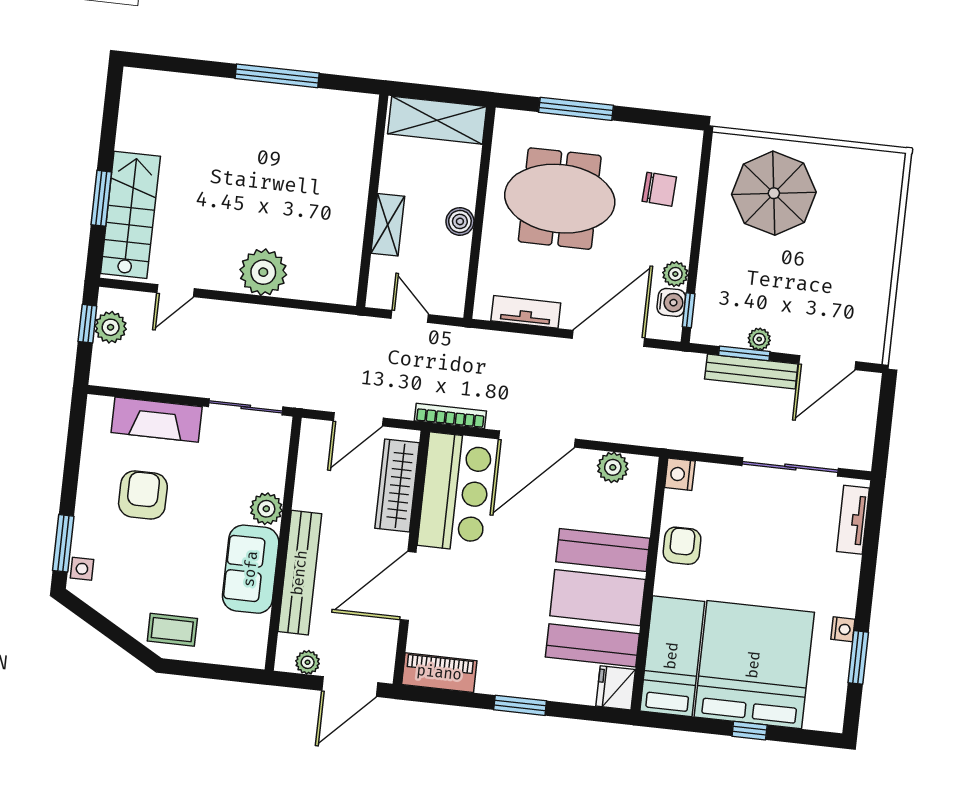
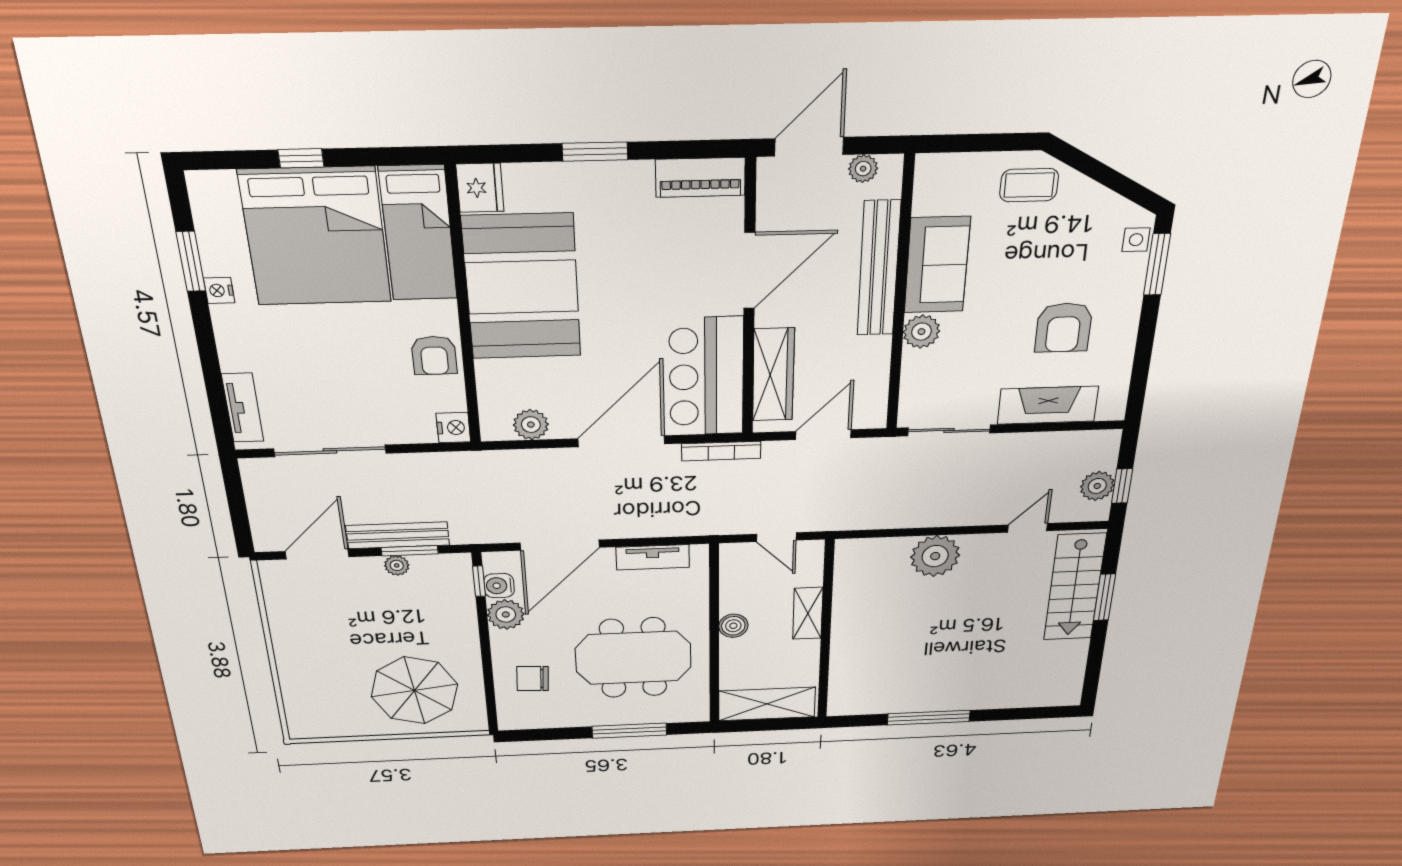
plant: (675, 274) -> (506, 614), width x1.38, depth x1.38

